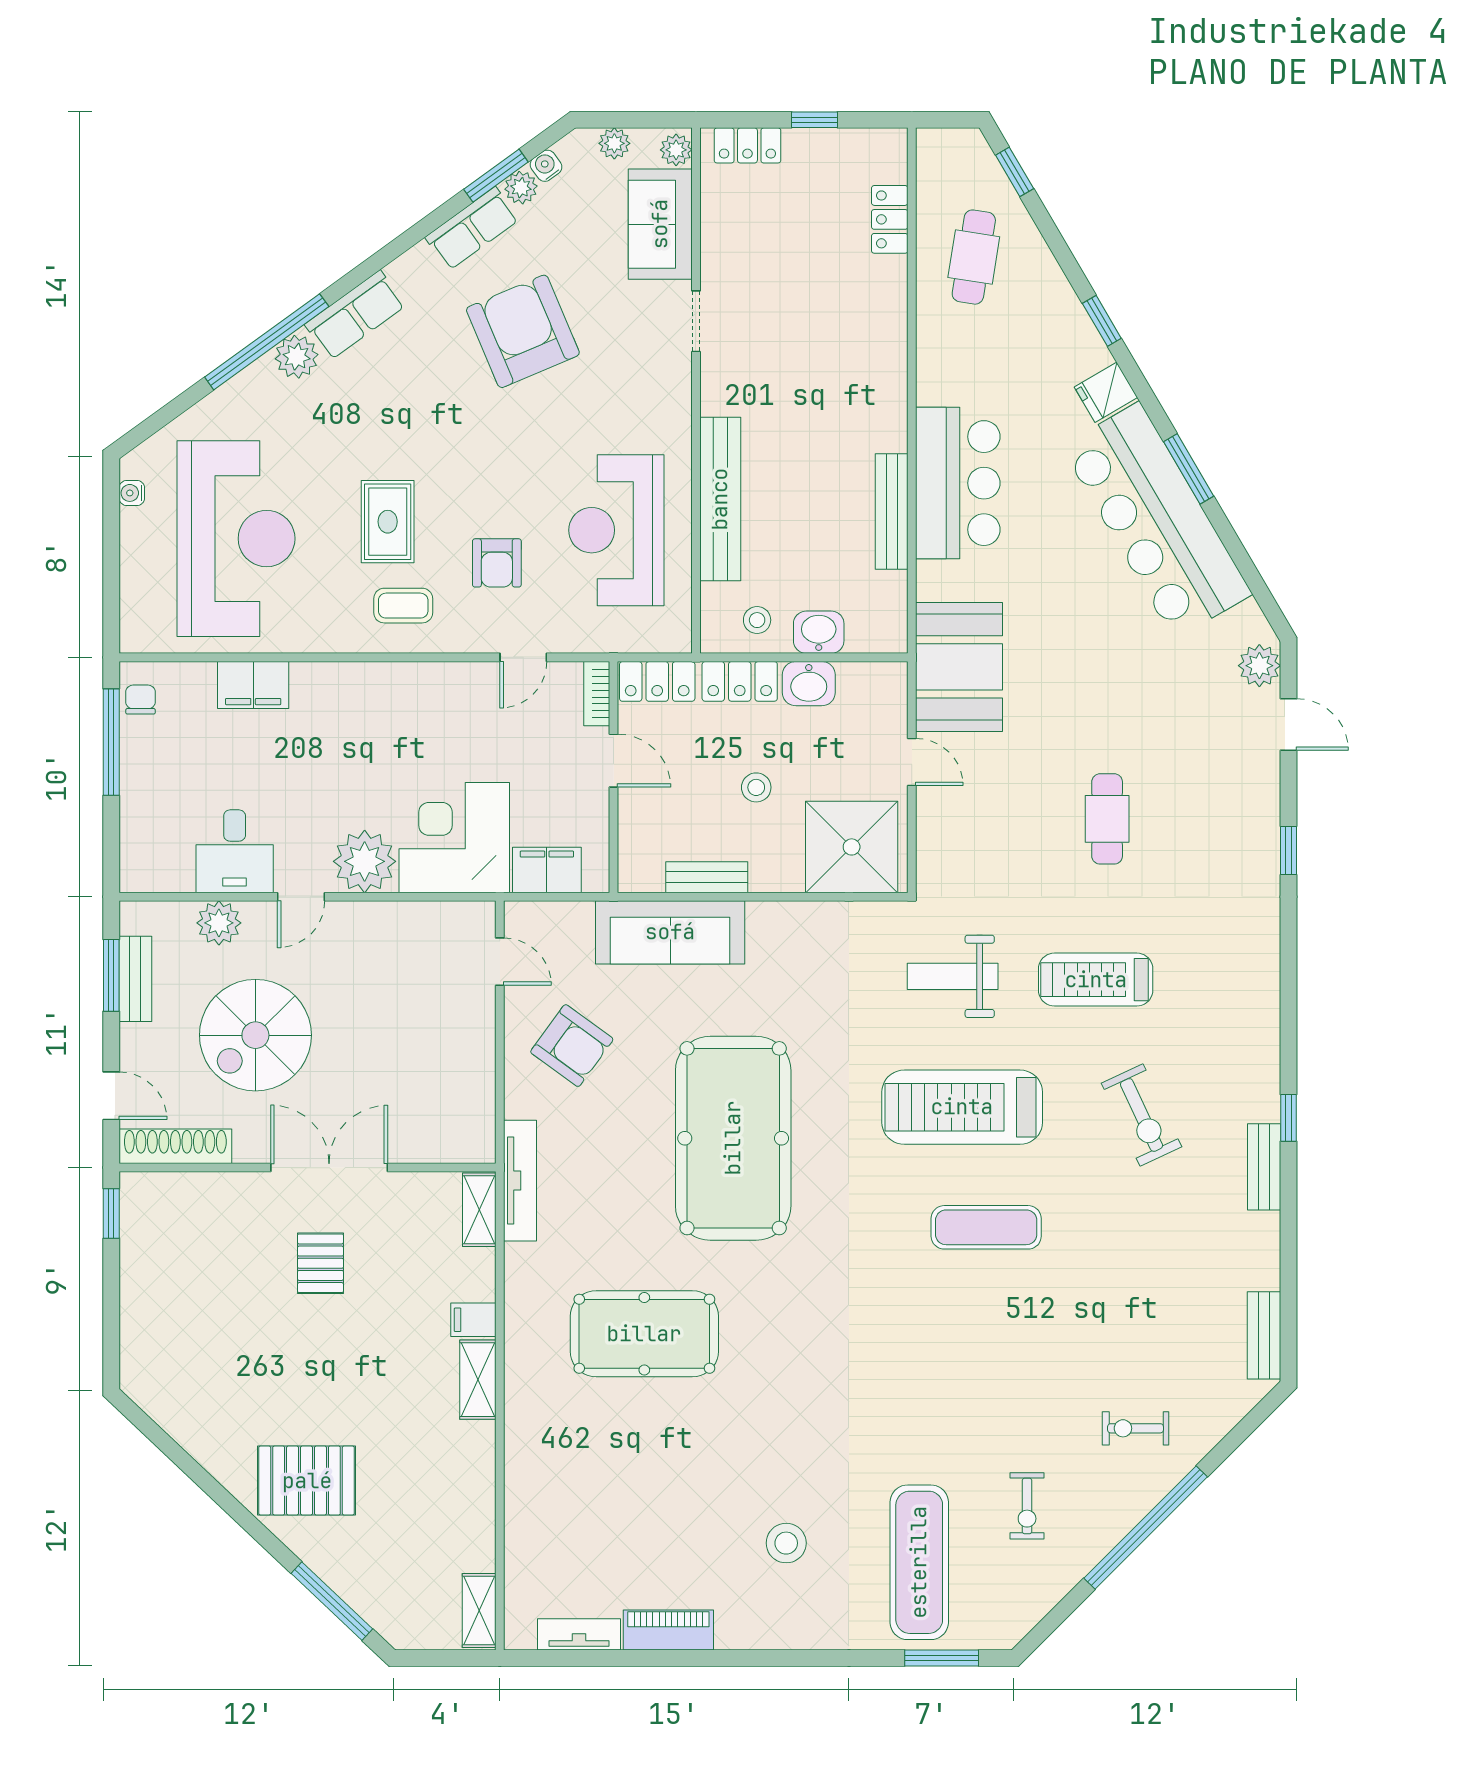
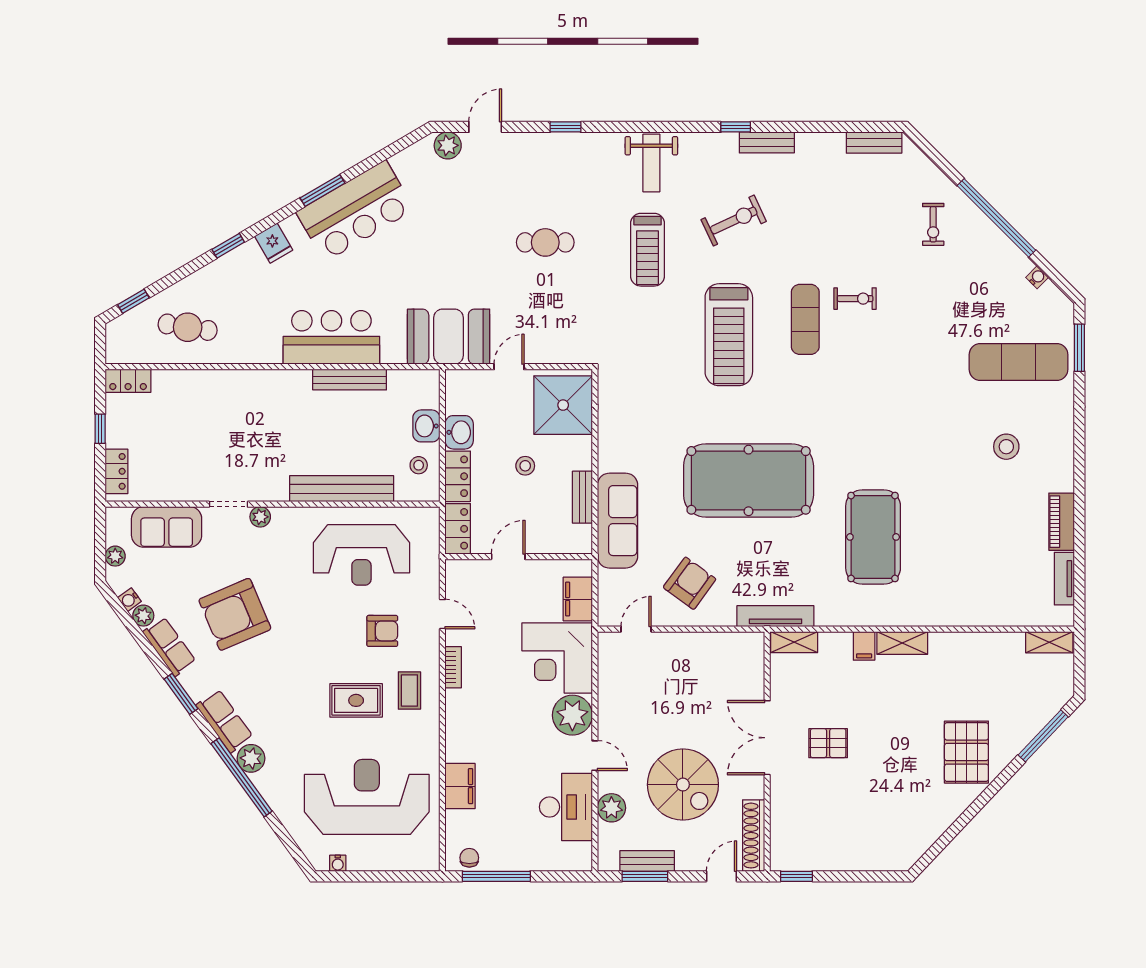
plant: (676, 150) -> (260, 517), moved
window: (496, 176) -> (181, 694), moved
locker: (890, 219) -> (128, 381), moved
bar counter: (1157, 521) -> (355, 211), width x0.73
bookcase: (597, 694) -> (453, 667), moved, turned -90
chair: (140, 700) -> (469, 858), turned 90
desk: (235, 851) -> (566, 807), width x1.37
weight bench: (953, 976) -> (651, 163), moved
exercise bike: (1027, 1506) -> (855, 299), moved
water cooler: (1052, 1592) -> (1037, 277), added

